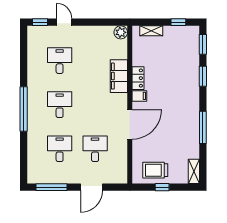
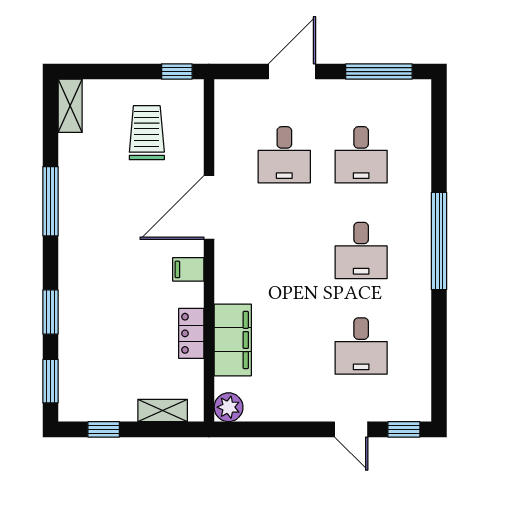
filing cabinet: (119, 76) -> (233, 340), moved
locker: (138, 78) -> (191, 333), moved
trolley: (155, 170) -> (147, 133), moved, turned -90
window: (162, 187) -> (177, 72), moved

